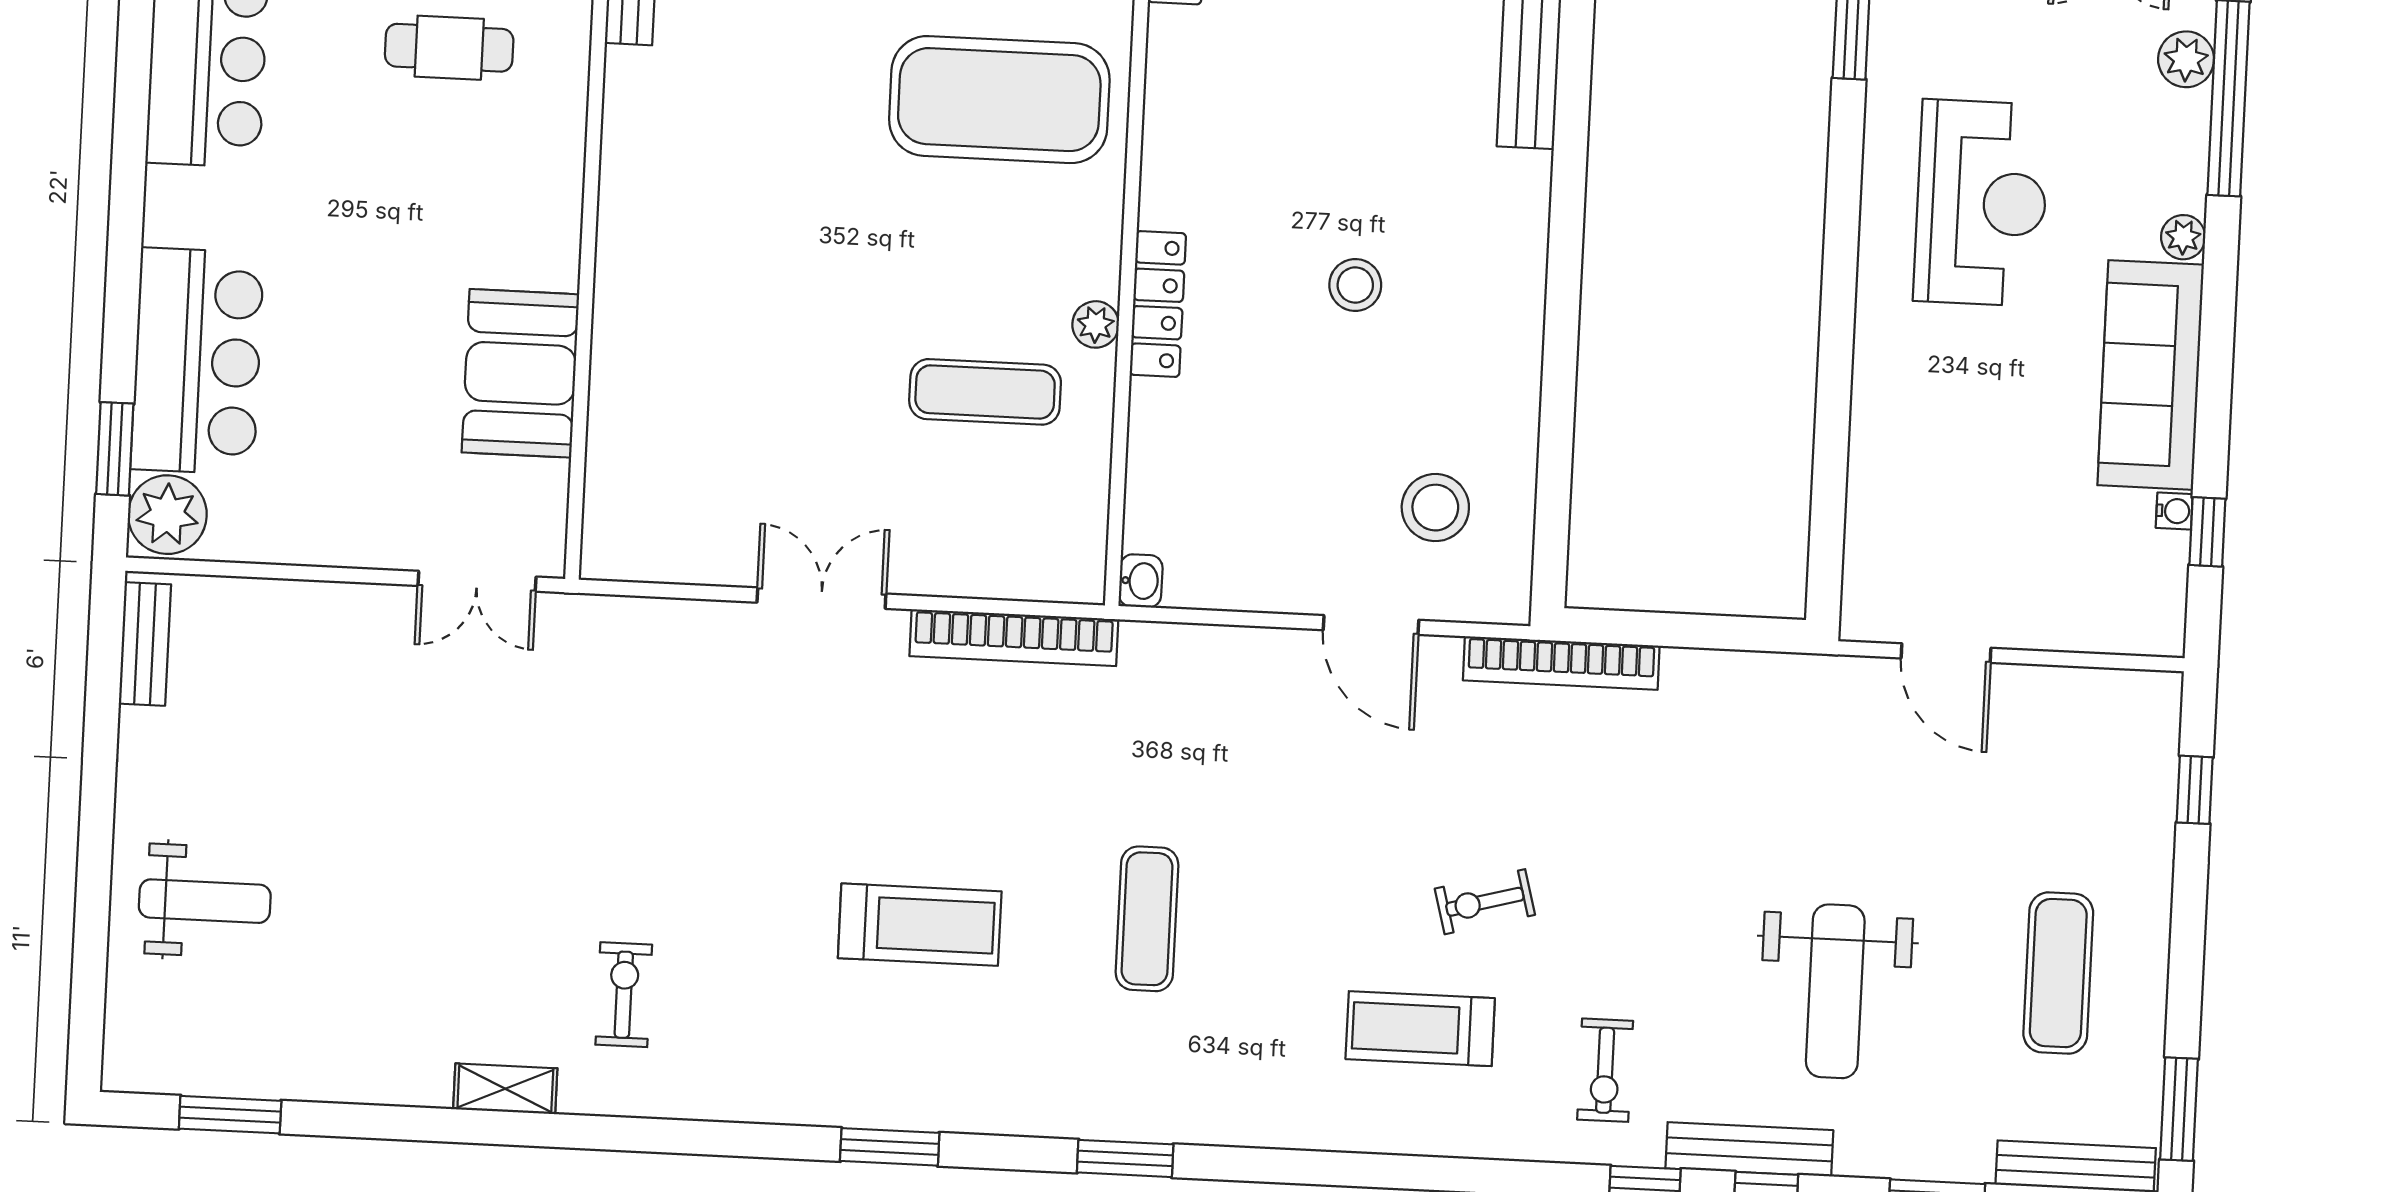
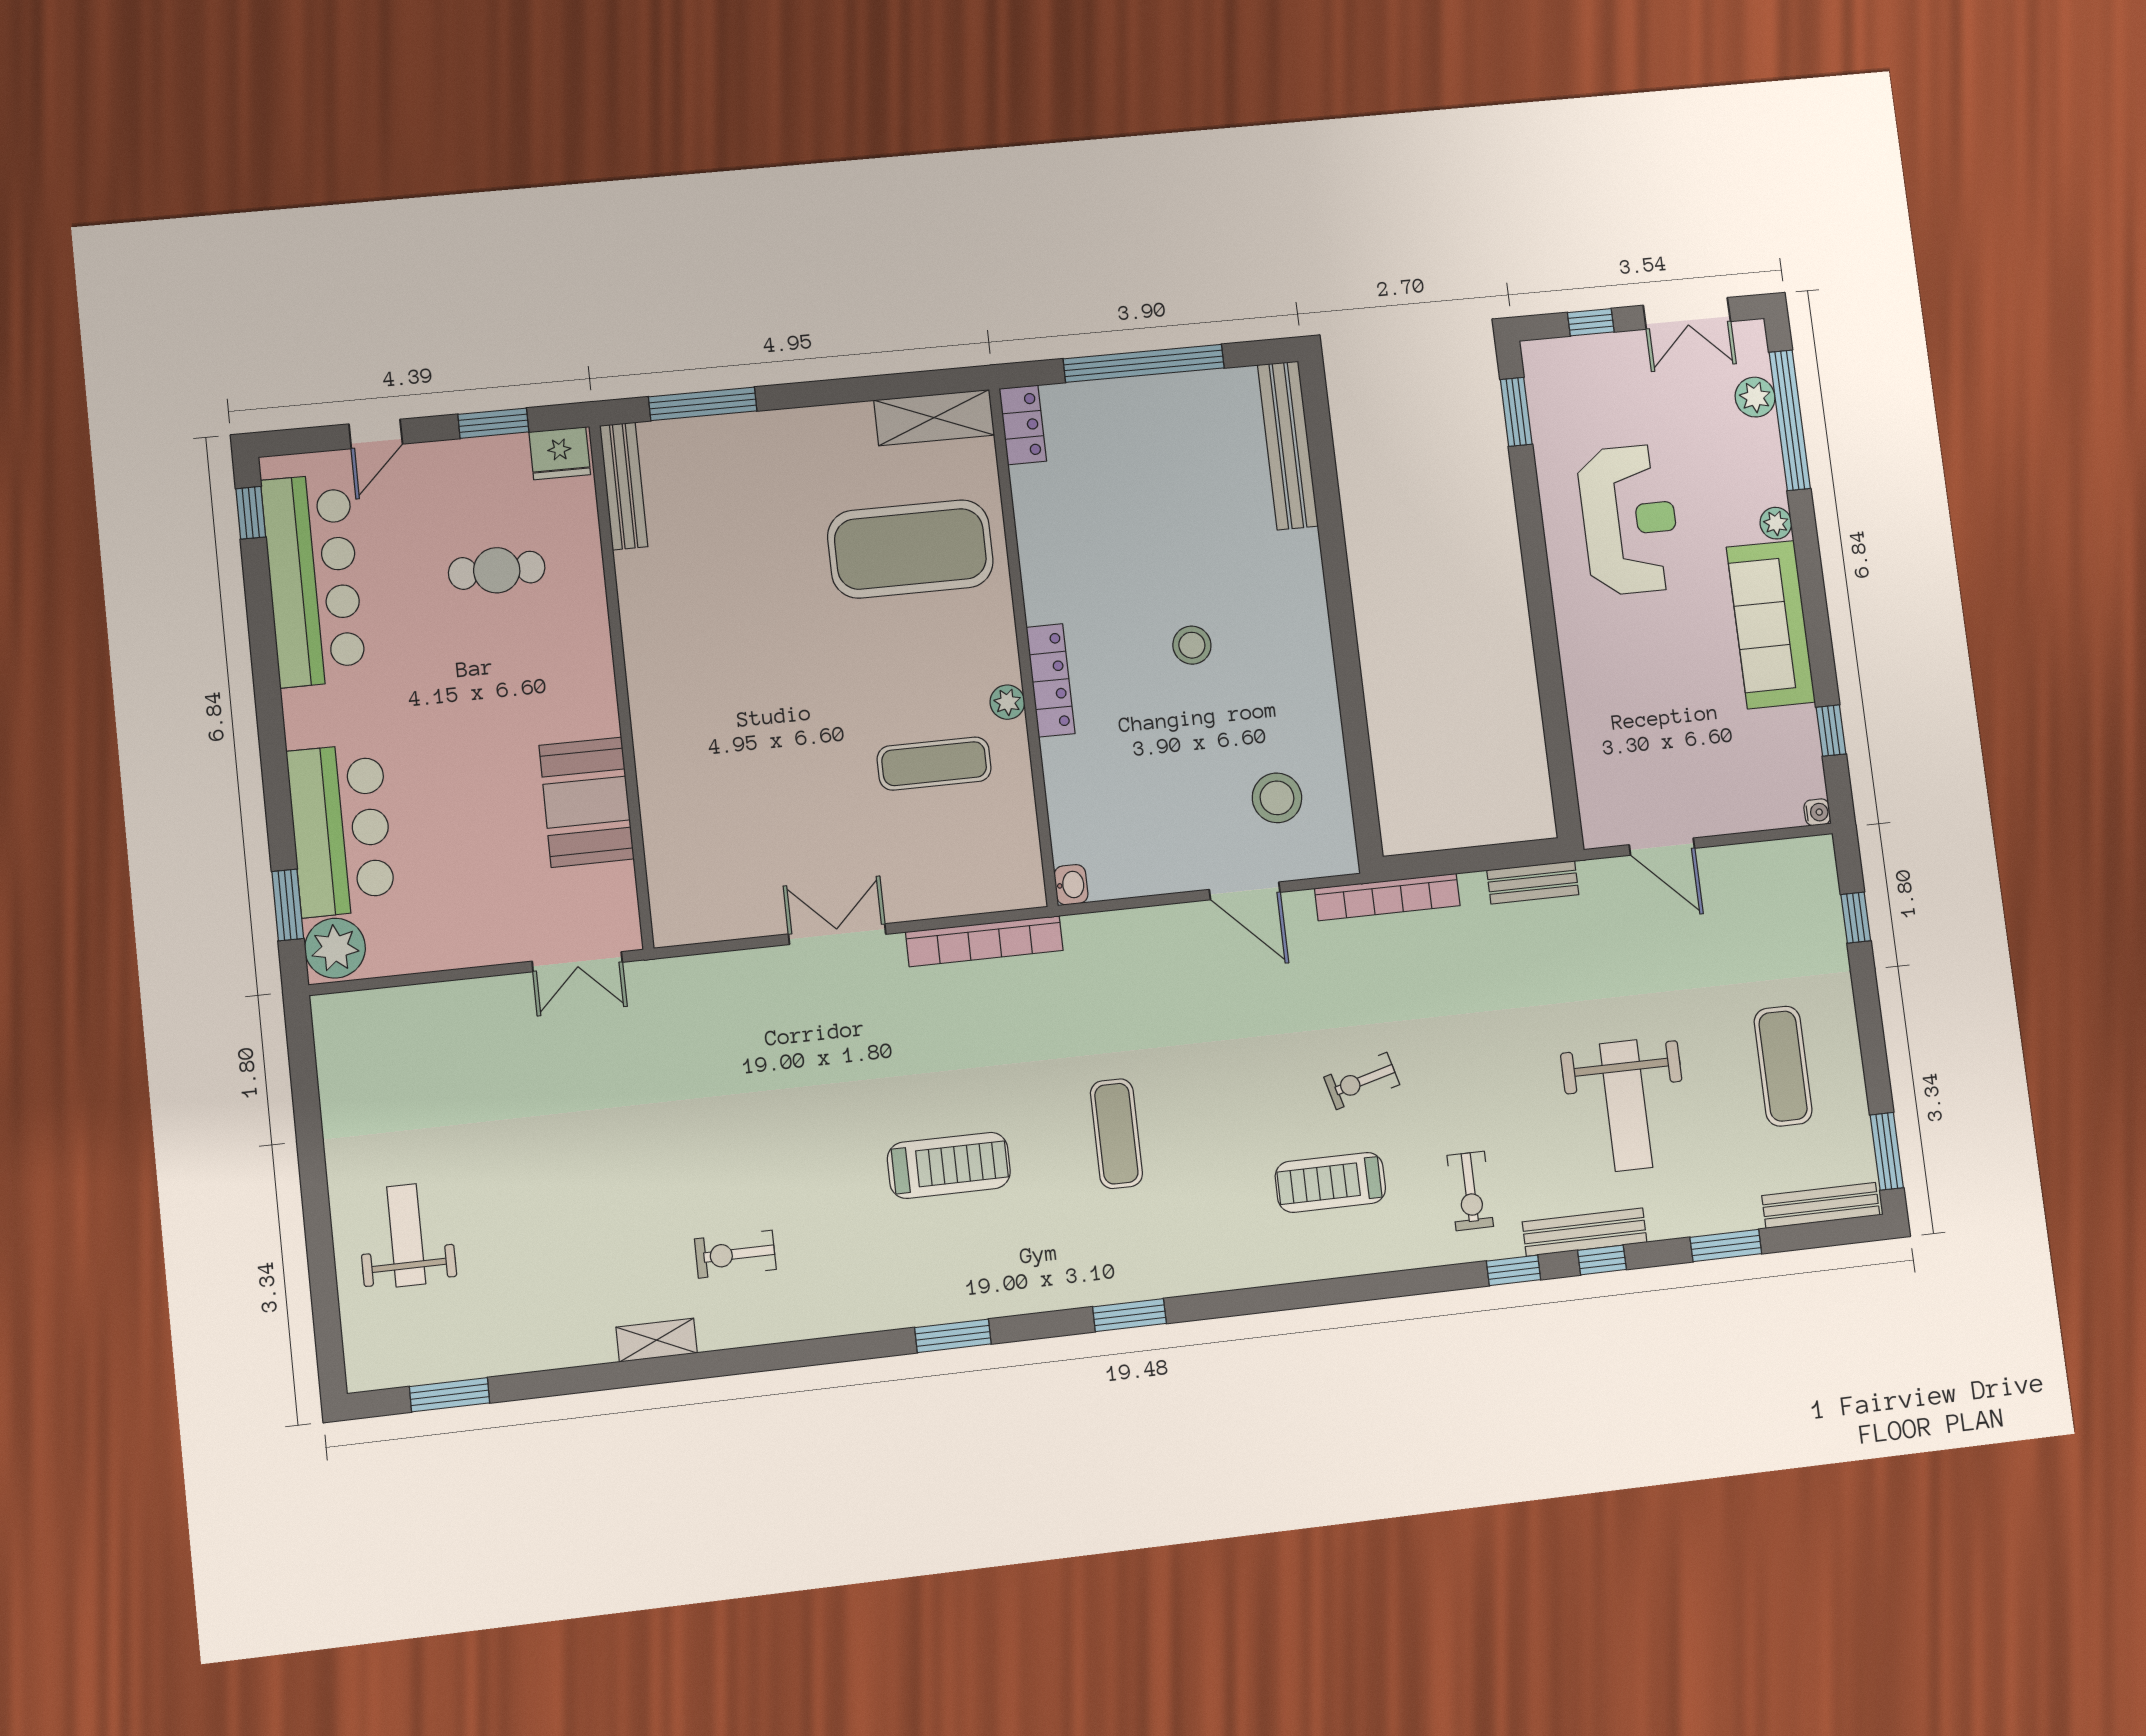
water cooler: (2174, 511) -> (1817, 812), moved
bench: (145, 644) -> (1533, 882), moved, turned 90
weight bench: (205, 901) -> (406, 1235), turned -90
exercise bike: (624, 995) -> (735, 1254), turned -90

